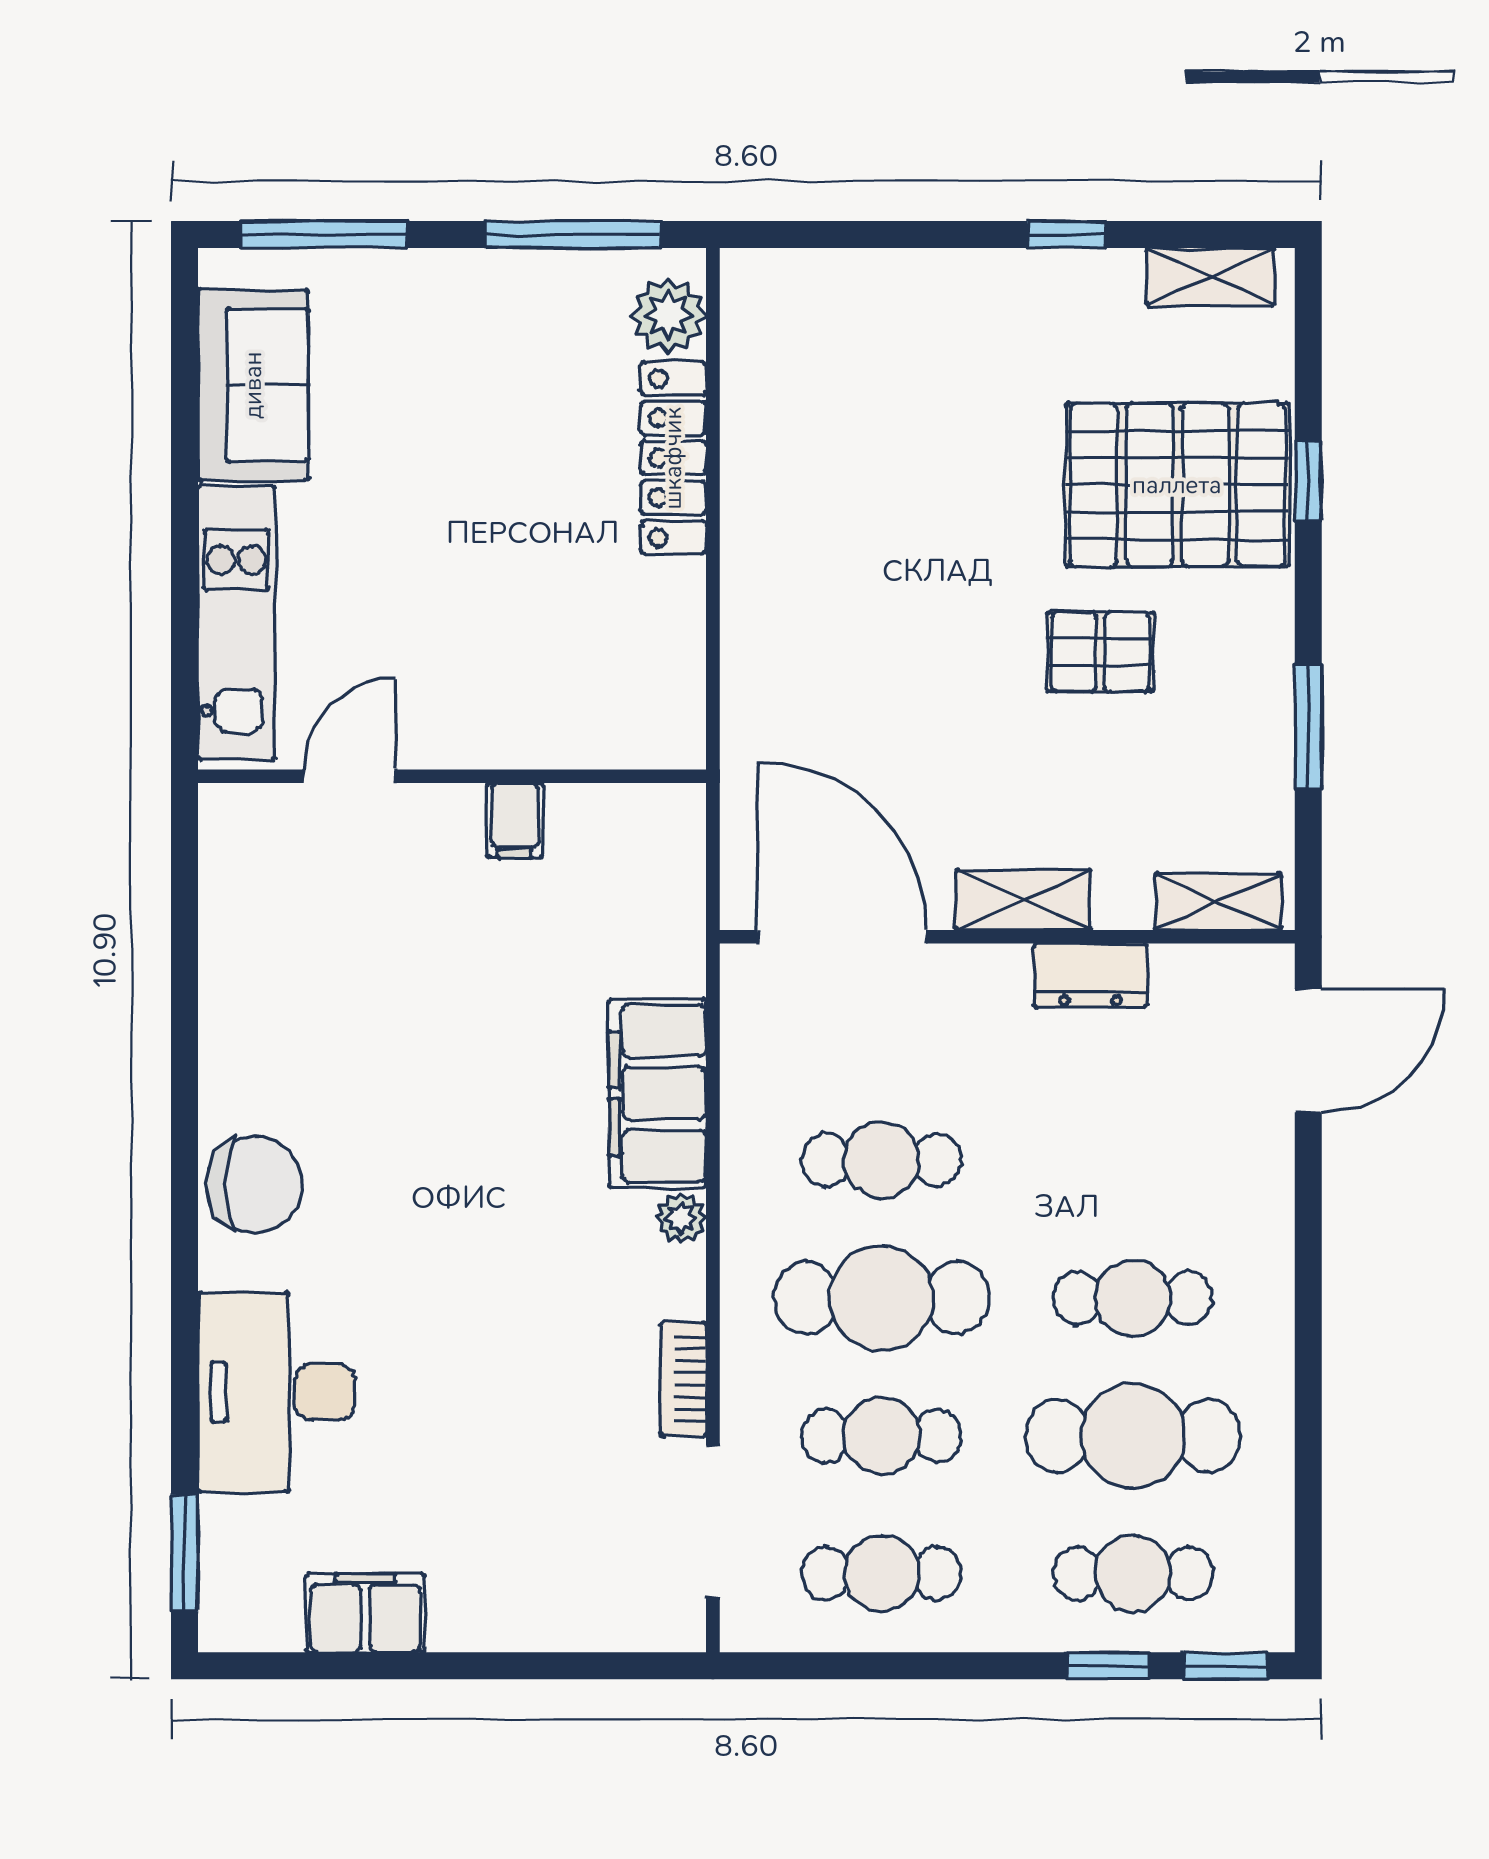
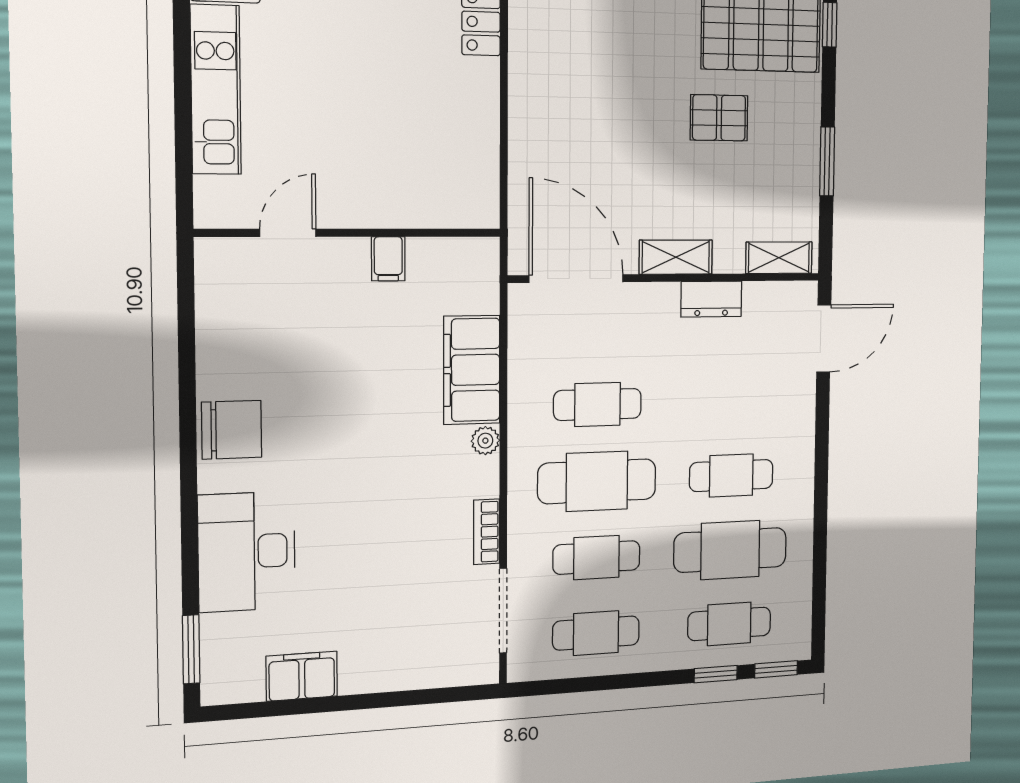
door: (349, 776) -> (288, 233), moved
wall: (452, 776) -> (350, 233), moved
filing cabinet: (515, 820) -> (388, 259), moved

